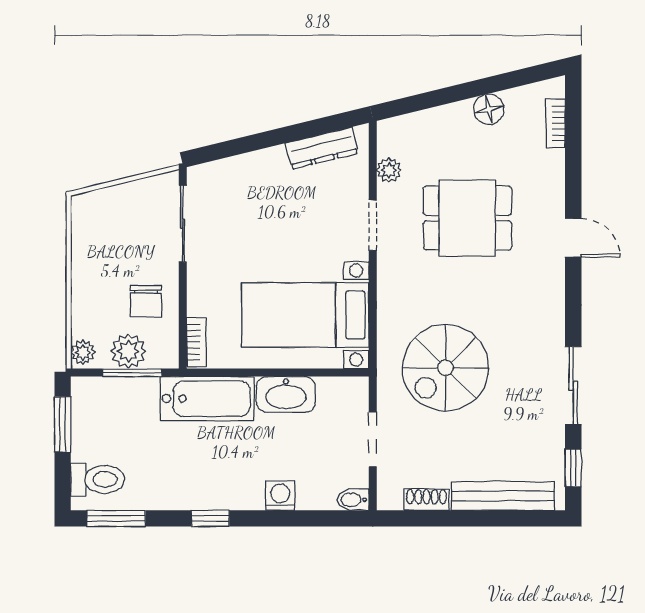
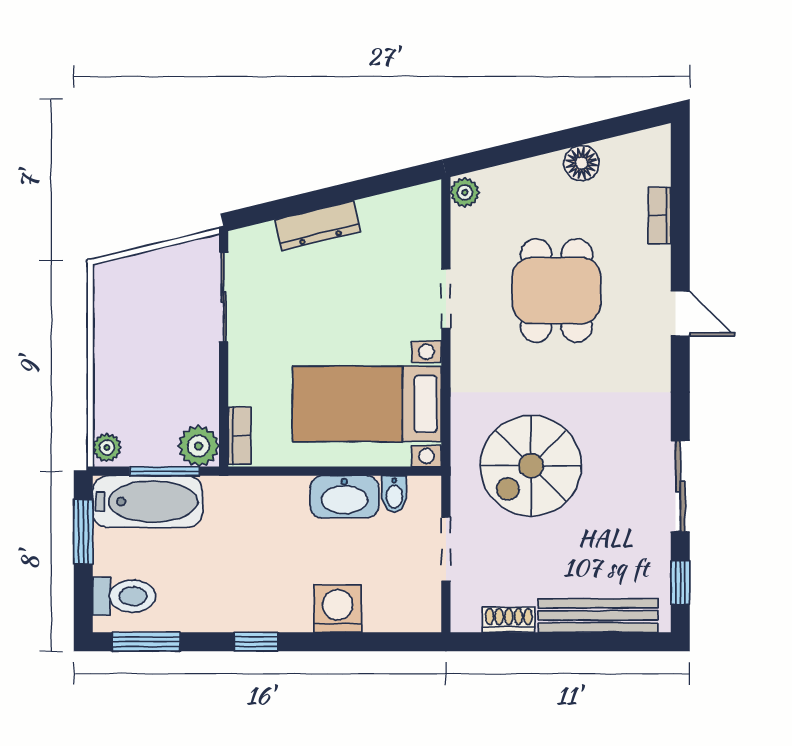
bookcase: (555, 123) -> (660, 215), moved
dresser: (322, 148) -> (318, 226), moved
plant: (389, 170) -> (465, 192), moved
dining table: (467, 218) -> (556, 291), turned 90
chair: (146, 301) -> (181, 388), removed
plant: (128, 351) -> (199, 446), moved
bathtub: (207, 399) -> (148, 502), moved
washing machine: (280, 496) -> (338, 609), width x1.38, depth x1.38
bidet: (353, 500) -> (394, 494), moved, turned -90

